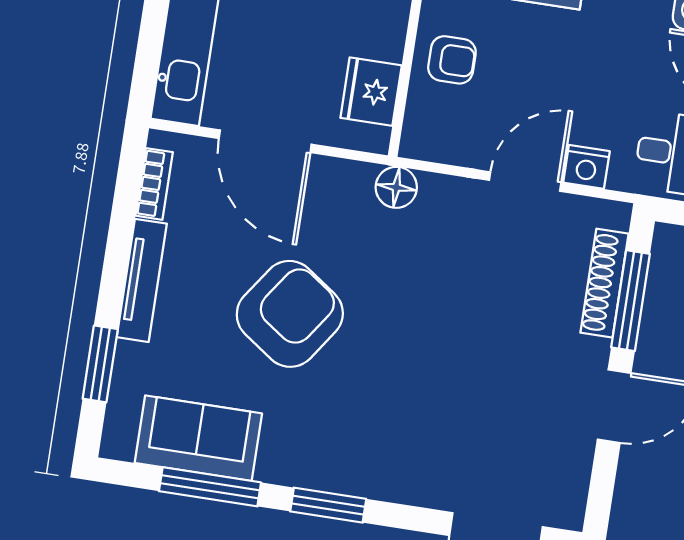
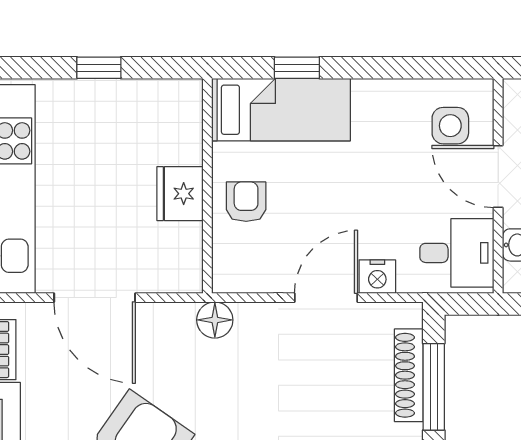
armchair: (452, 60) -> (246, 202), turned -90
fridge: (371, 92) -> (180, 194), moved

